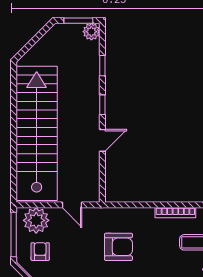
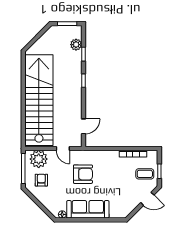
plant: (91, 32) -> (76, 45), moved
door: (102, 140) -> (84, 126), moved
armchair: (118, 247) -> (83, 174), moved

